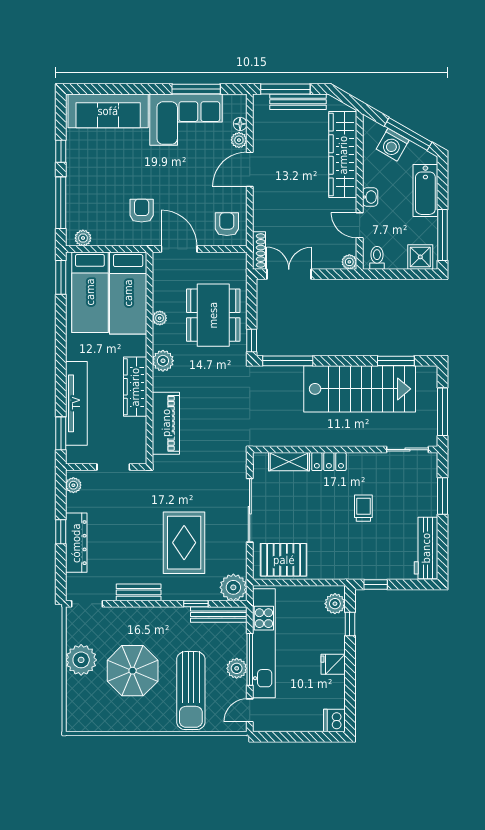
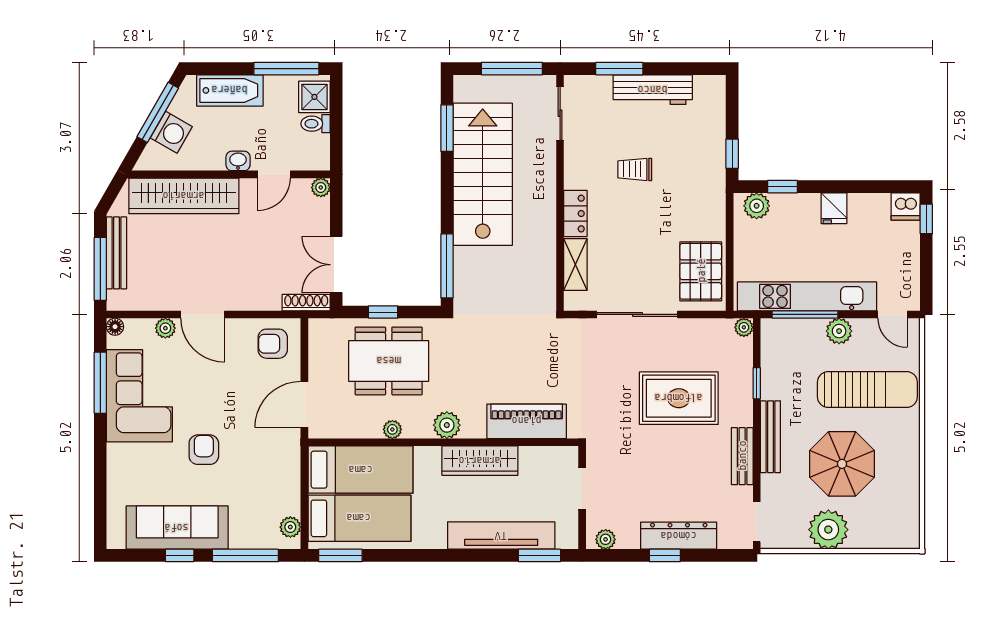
sofa: (108, 111) -> (177, 528), moved, turned -90
floor lamp: (240, 124) -> (115, 327), moved
armchair: (142, 211) -> (204, 450), moved, turned 90
toilet: (377, 258) -> (316, 124), moved
window: (252, 340) -> (383, 312), moved
workbench: (426, 548) -> (653, 90), moved
plant: (233, 587) -> (744, 327), width x0.53, depth x0.53
bench: (219, 615) -> (770, 437), moved
window: (250, 659) -> (805, 314), moved
window: (325, 737) -> (926, 219), added

